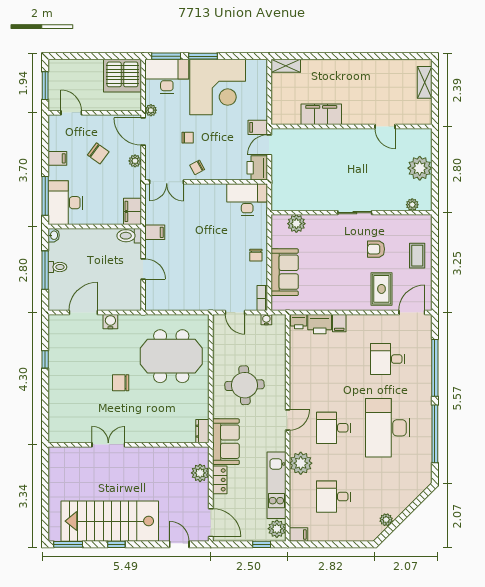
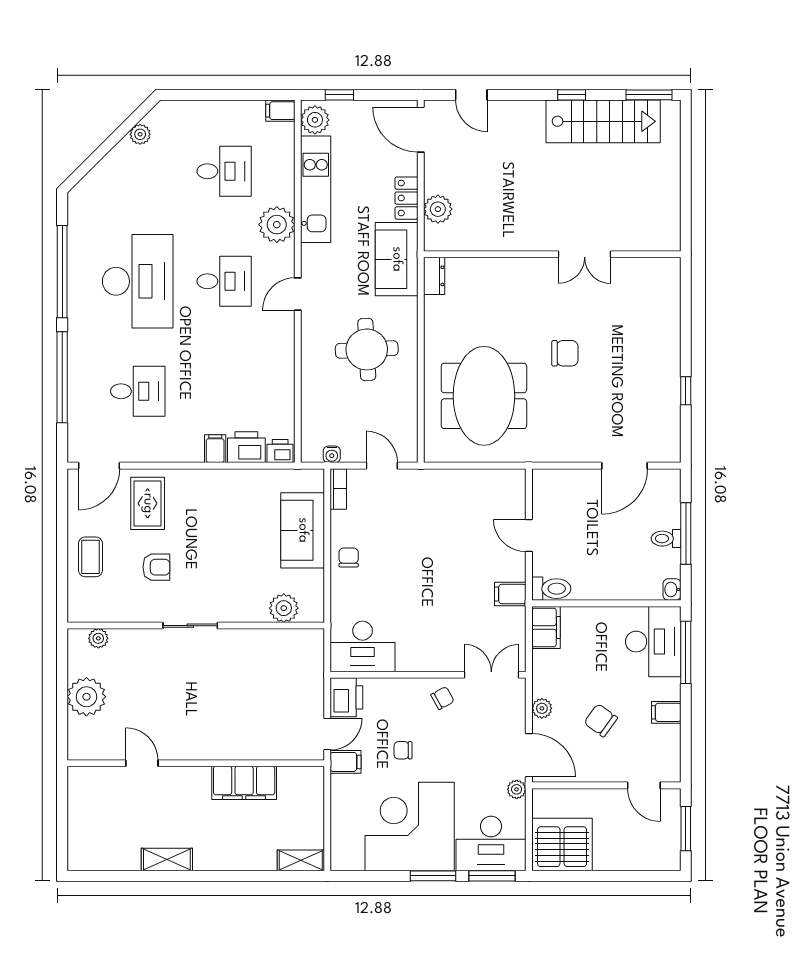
shelving: (425, 82) -> (167, 859), moved, turned 90
chair: (188, 138) -> (403, 750), moved
water cooler: (110, 322) -> (581, 451), removed
meeting table: (171, 356) -> (484, 396), turned 90
stairs: (110, 521) -> (603, 121), width x0.73, depth x0.66

